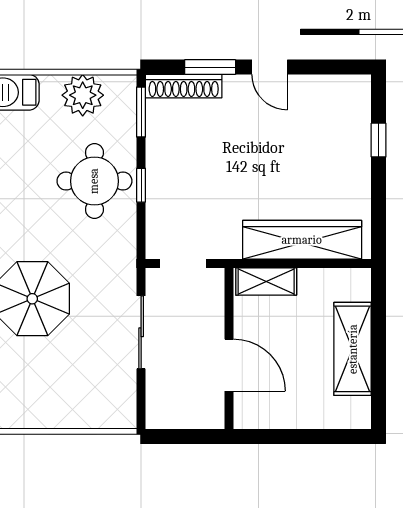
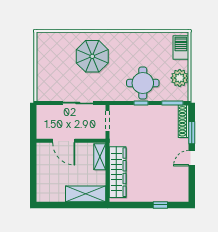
shelving: (353, 349) -> (86, 194), moved
door: (229, 365) -> (64, 141), hinge flipped

